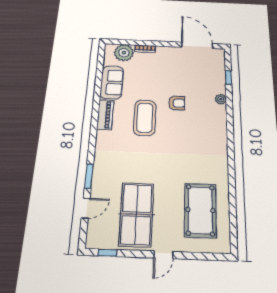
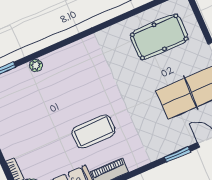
armchair: (177, 103) -> (62, 108), removed

